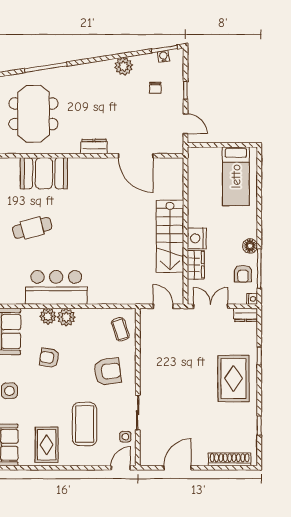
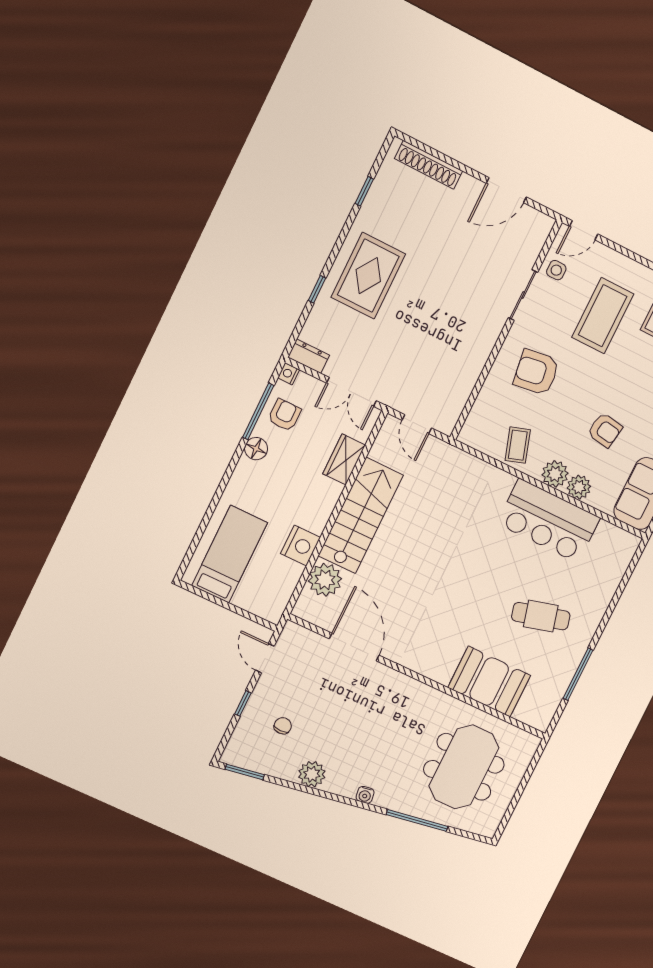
water cooler: (163, 56) -> (365, 795), moved
dresser: (94, 146) -> (404, 686), removed
plant: (172, 188) -> (325, 580), added
nightstand: (197, 238) -> (301, 545), moved
coffee table: (120, 329) -> (518, 445), moved

